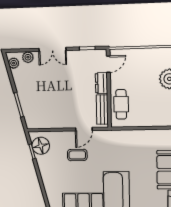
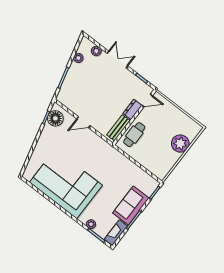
double door: (52, 49) -> (117, 60), swing flipped
plant: (14, 63) -> (78, 58), moved
door: (84, 129) -> (83, 122), moved
coffee table: (77, 155) -> (76, 145), removed

